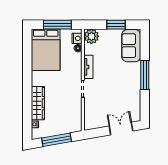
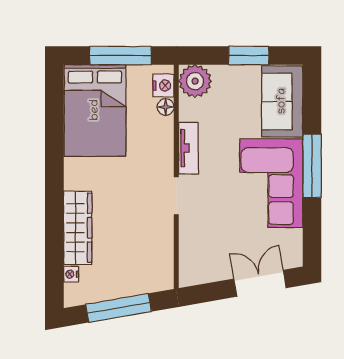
corner sofa: (126, 83) -> (271, 183), added

